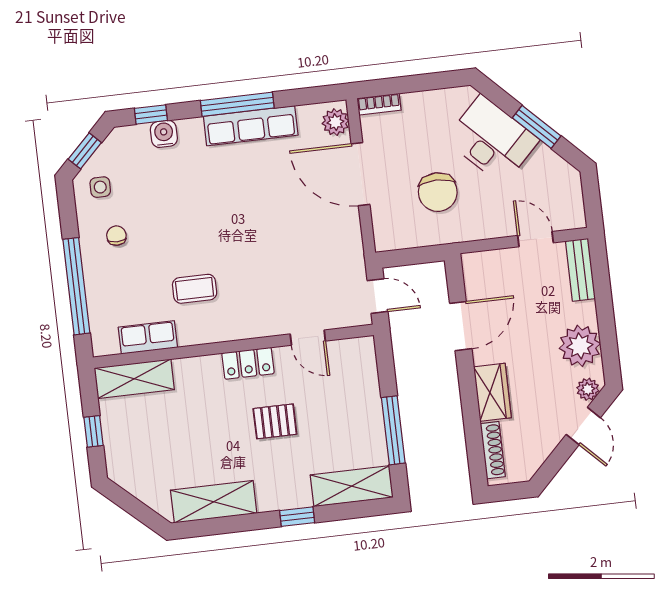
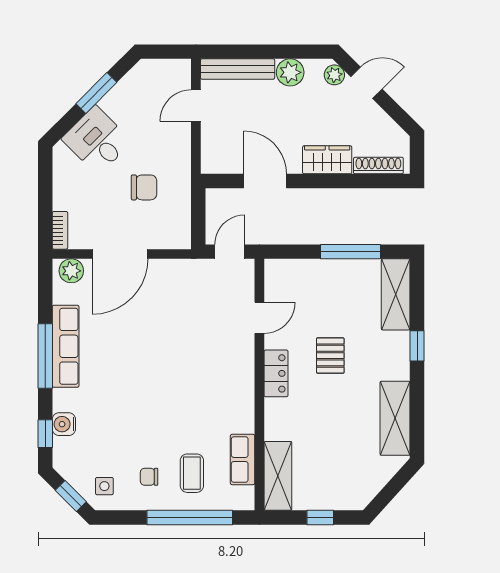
desk: (492, 140) -> (97, 140), width x0.73
chair: (438, 192) -> (144, 187), width x0.73, depth x0.73
bench: (580, 270) -> (238, 69), width x1.36
coffee table: (195, 289) -> (192, 473), moved
plant: (580, 346) -> (290, 72), width x0.73, depth x0.73

